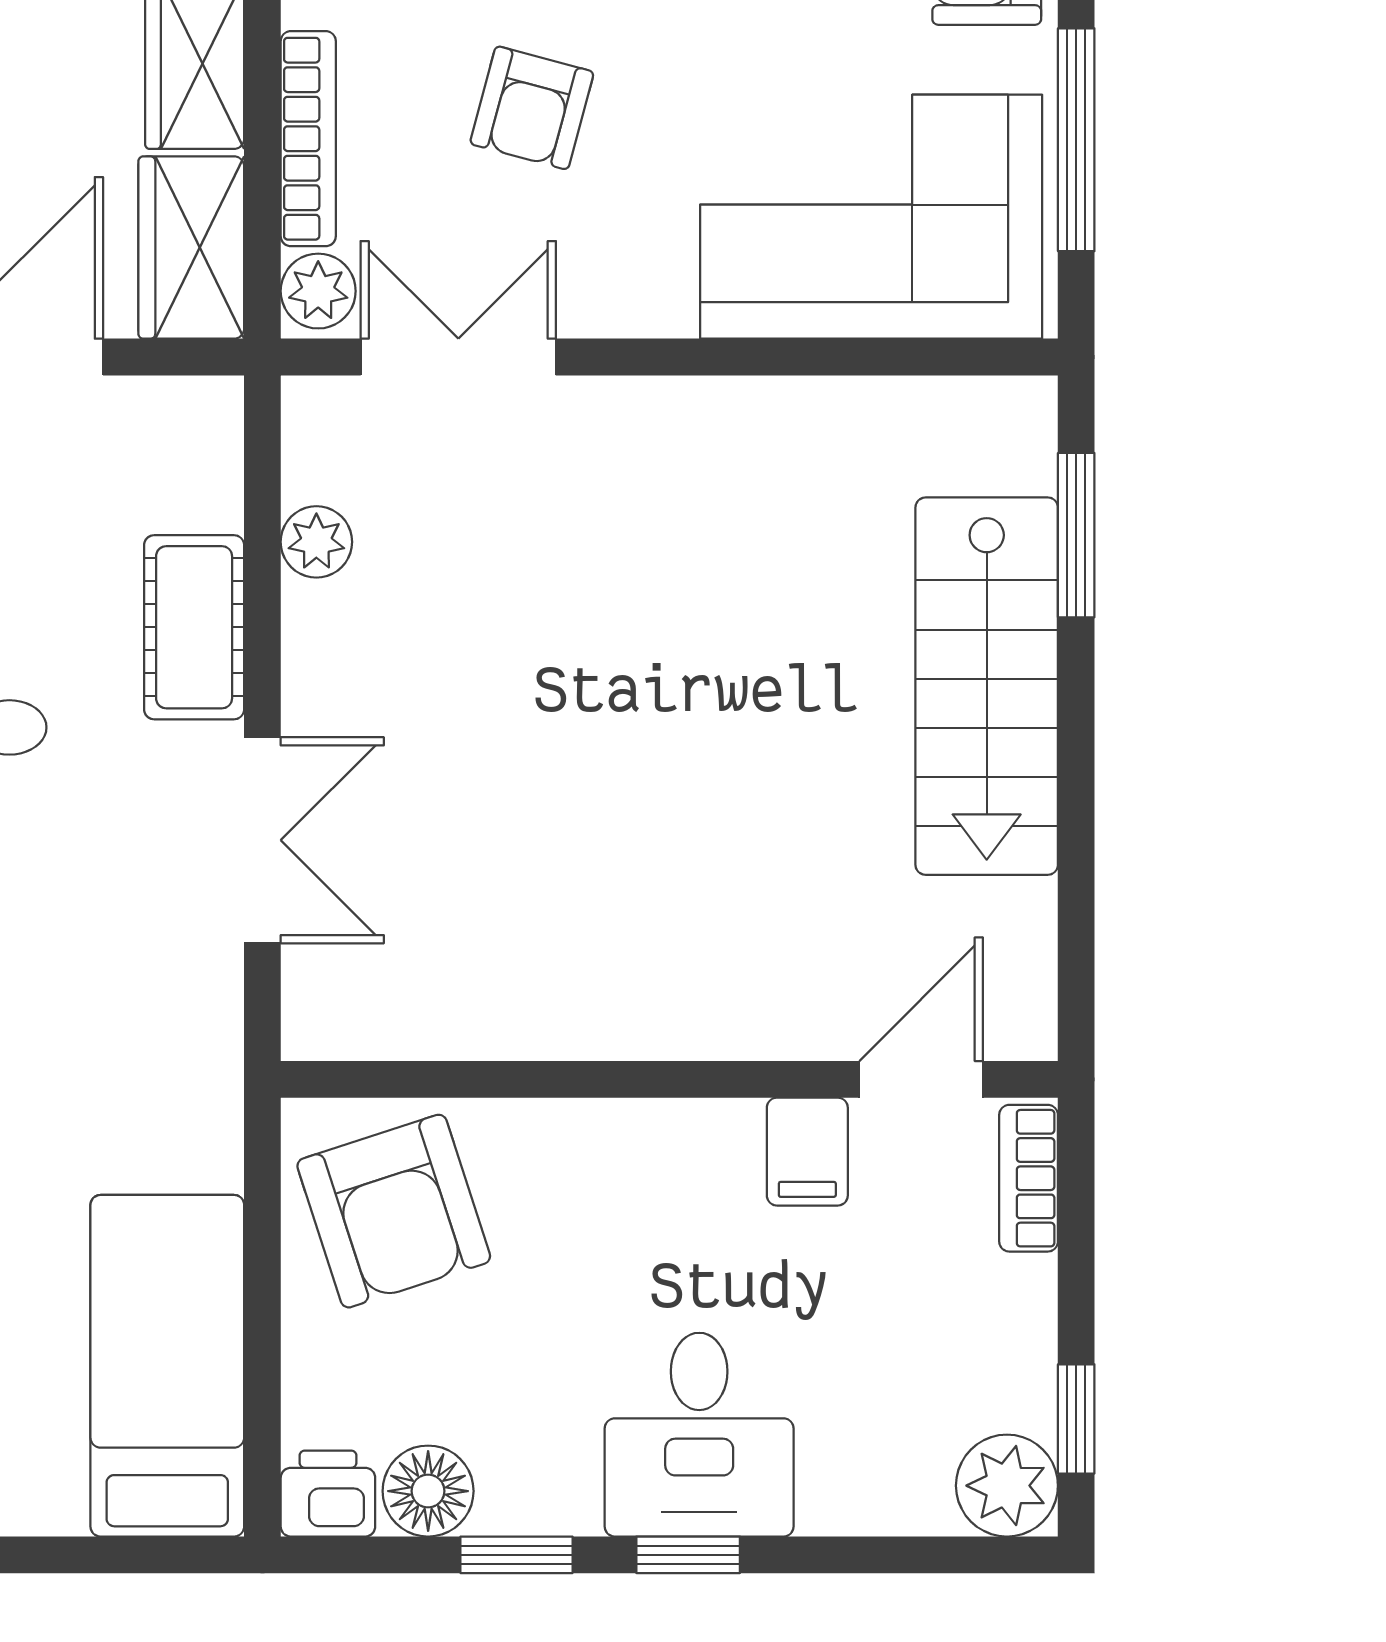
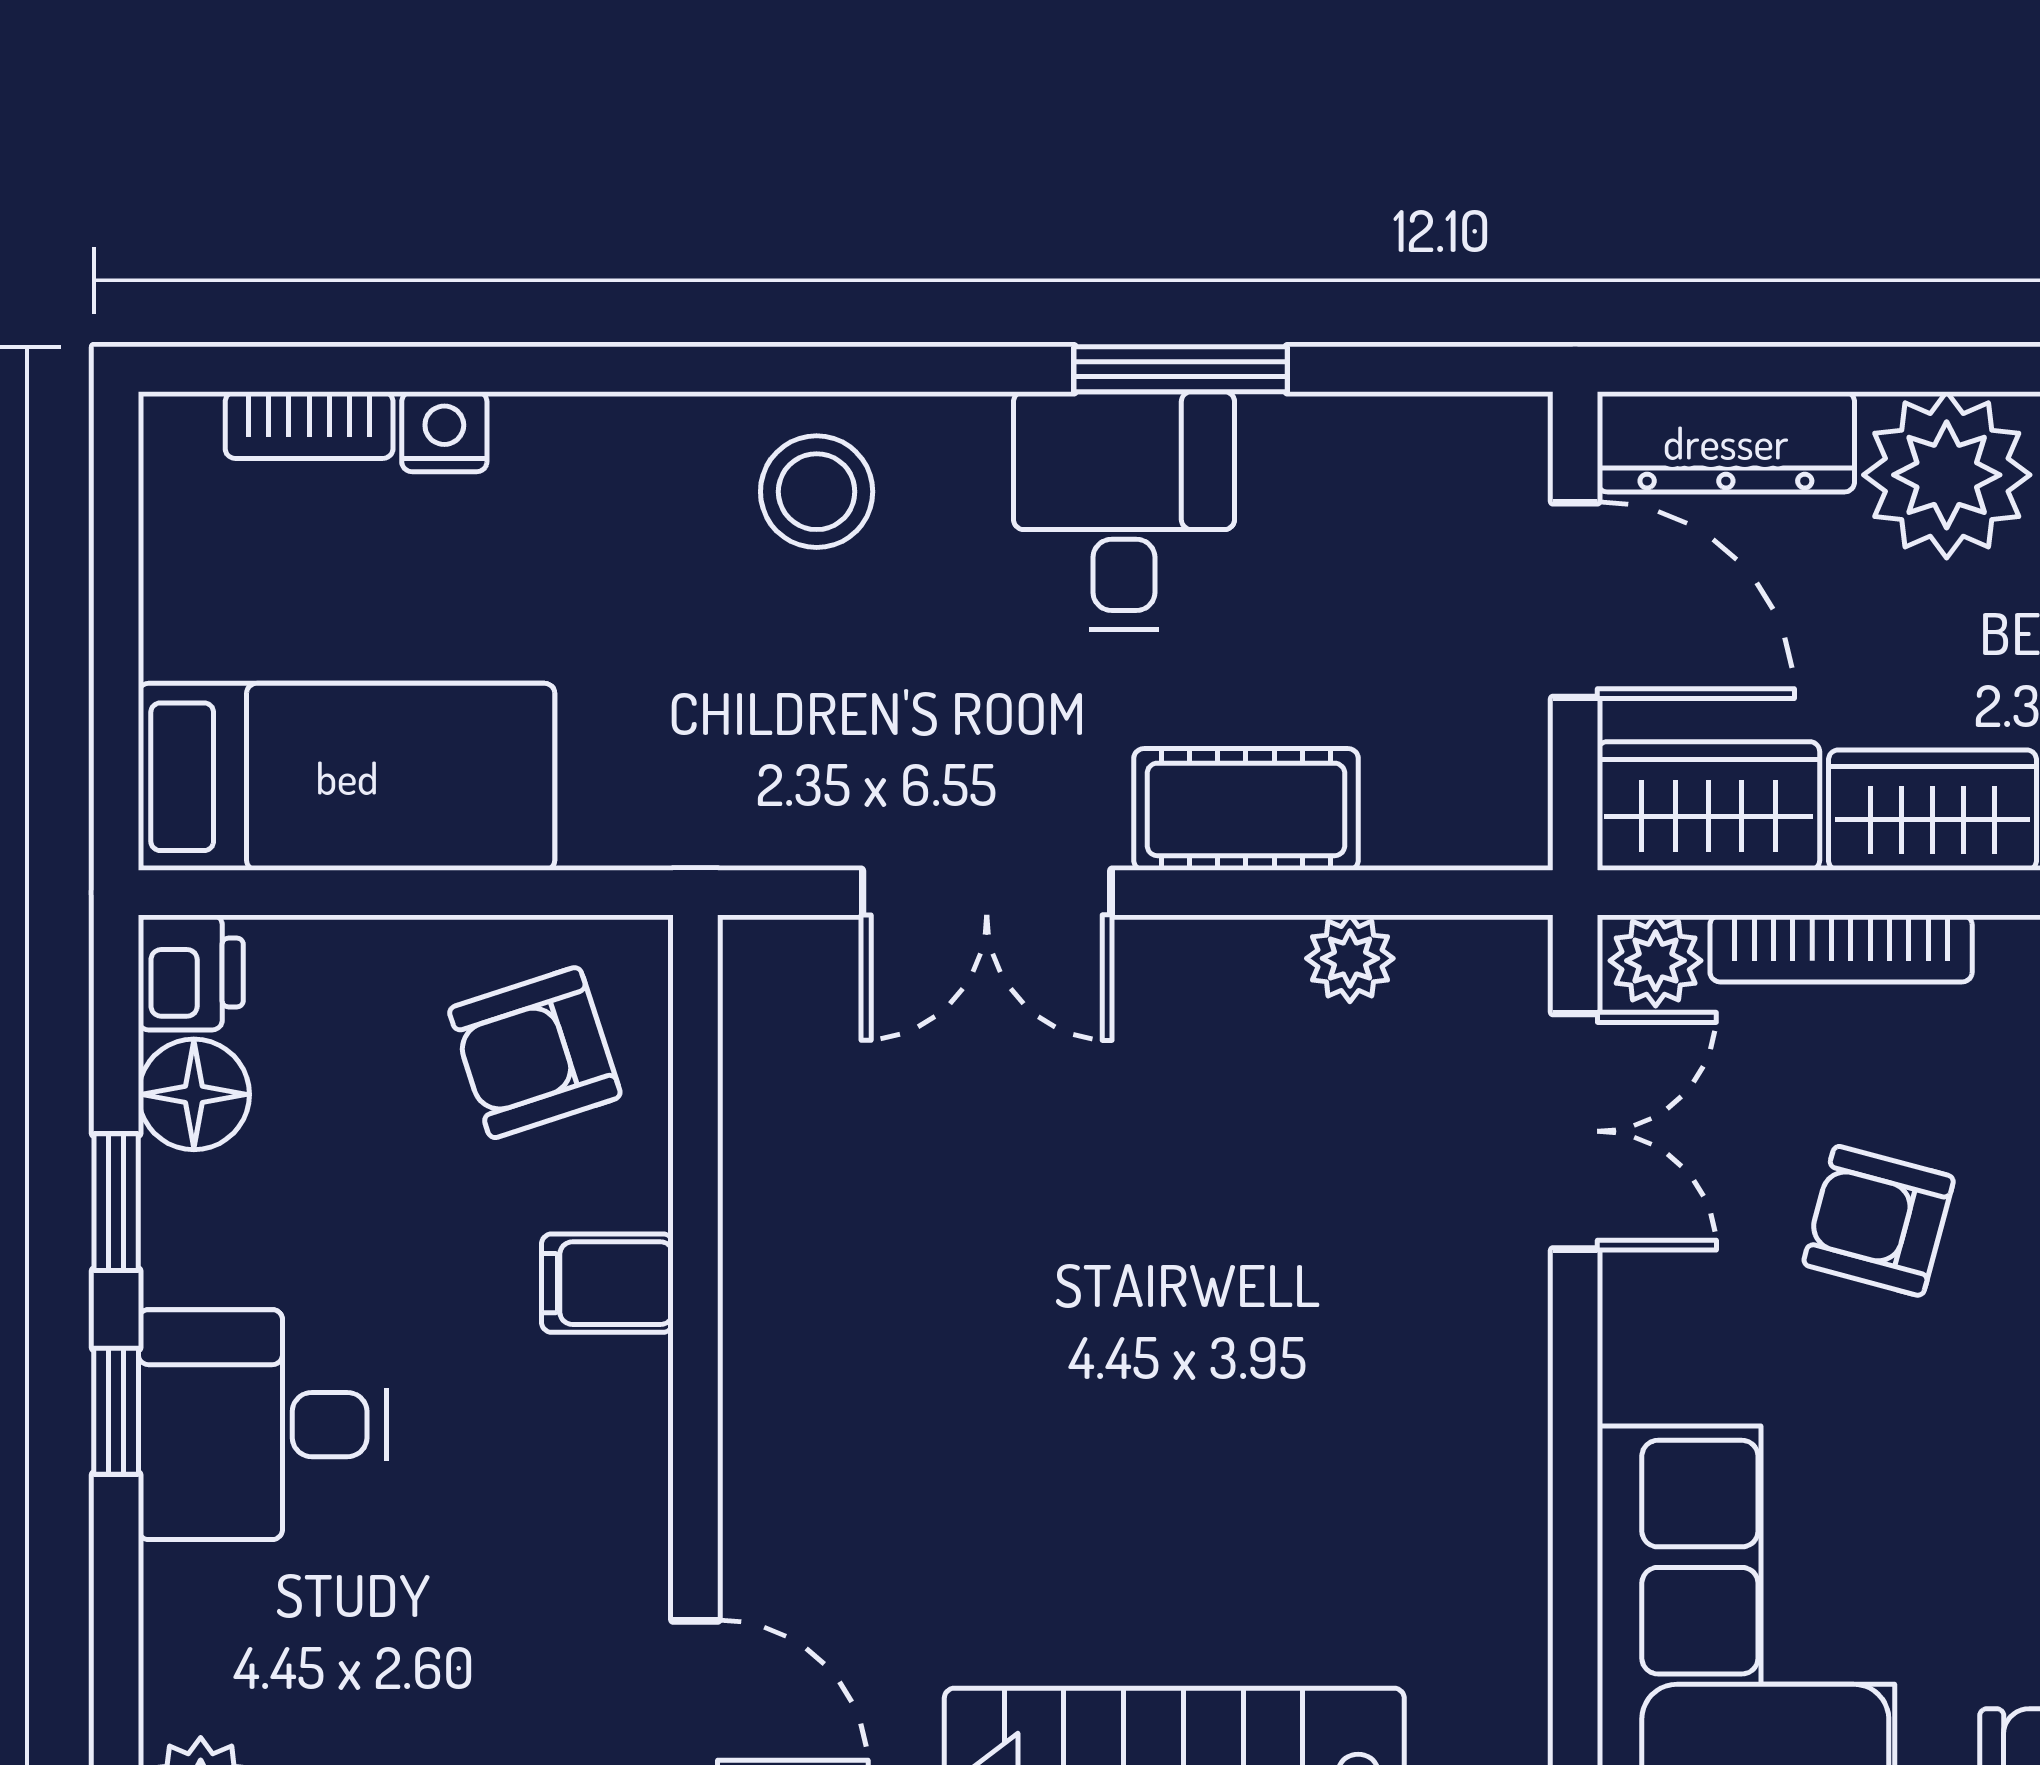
filing cabinet: (807, 1152) -> (607, 1283), moved
armchair: (394, 1211) -> (535, 1053), width x0.72, depth x0.72

